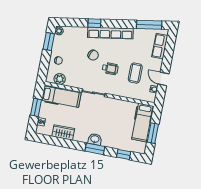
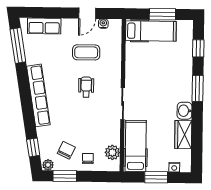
window: (94, 23) -> (33, 147), moved
chair: (93, 55) -> (66, 150), moved
washbasin: (95, 139) -> (185, 111), moved

